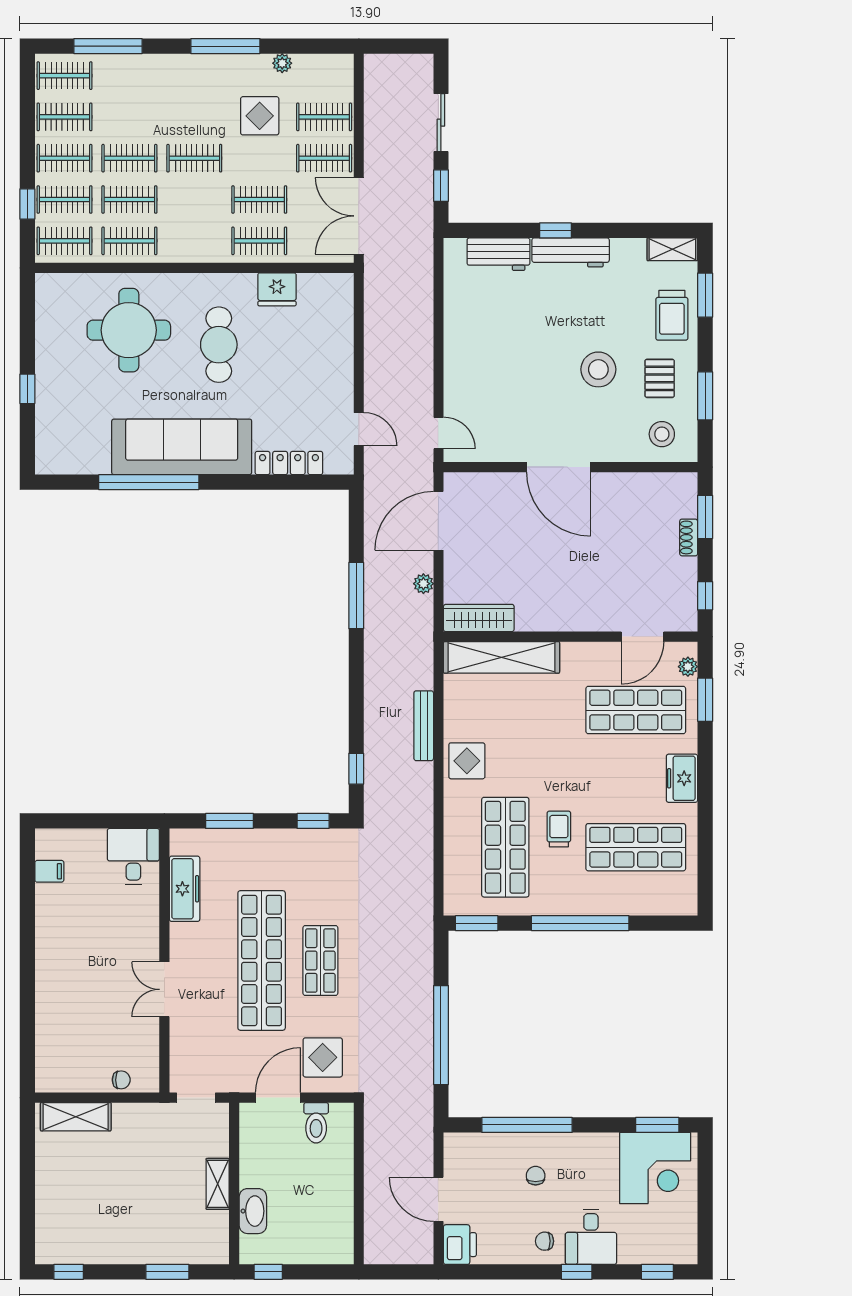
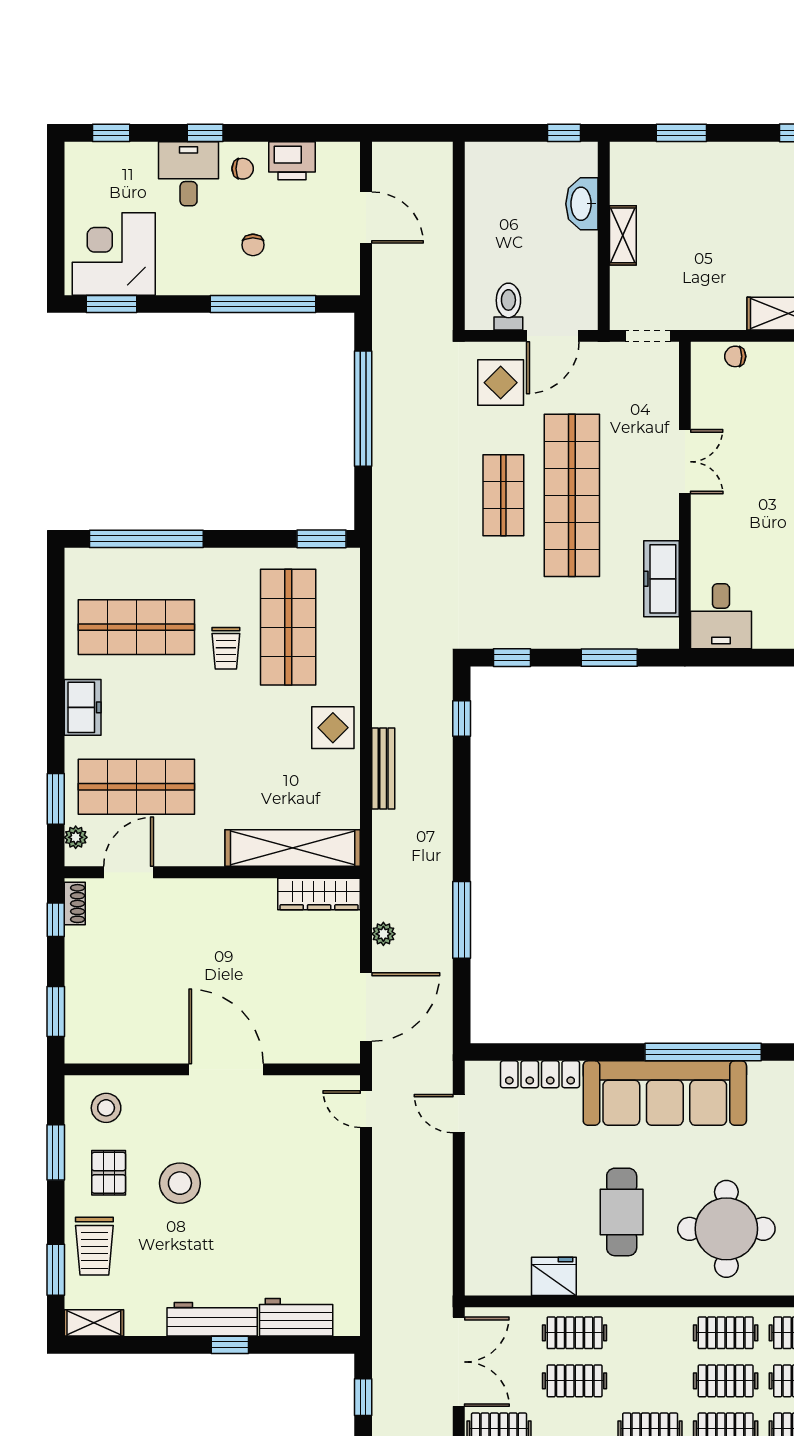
trolley: (672, 315) -> (94, 1246), turned 180
shoe rack: (689, 537) -> (75, 904), moved
window: (580, 923) -> (146, 539), moved
printer: (460, 1245) -> (292, 161), moved, turned -90

